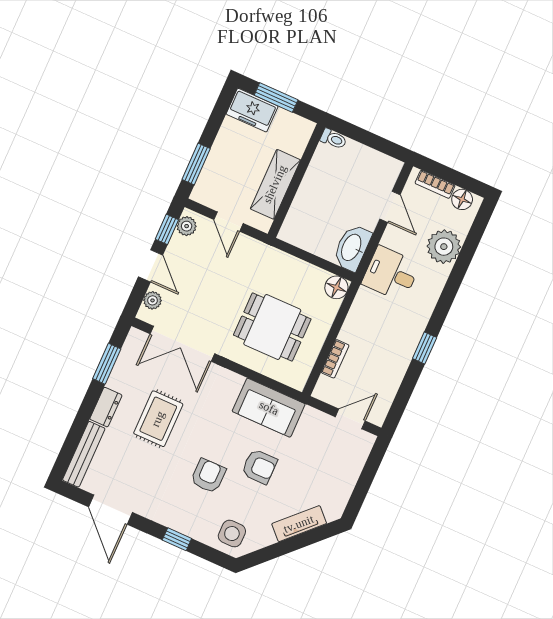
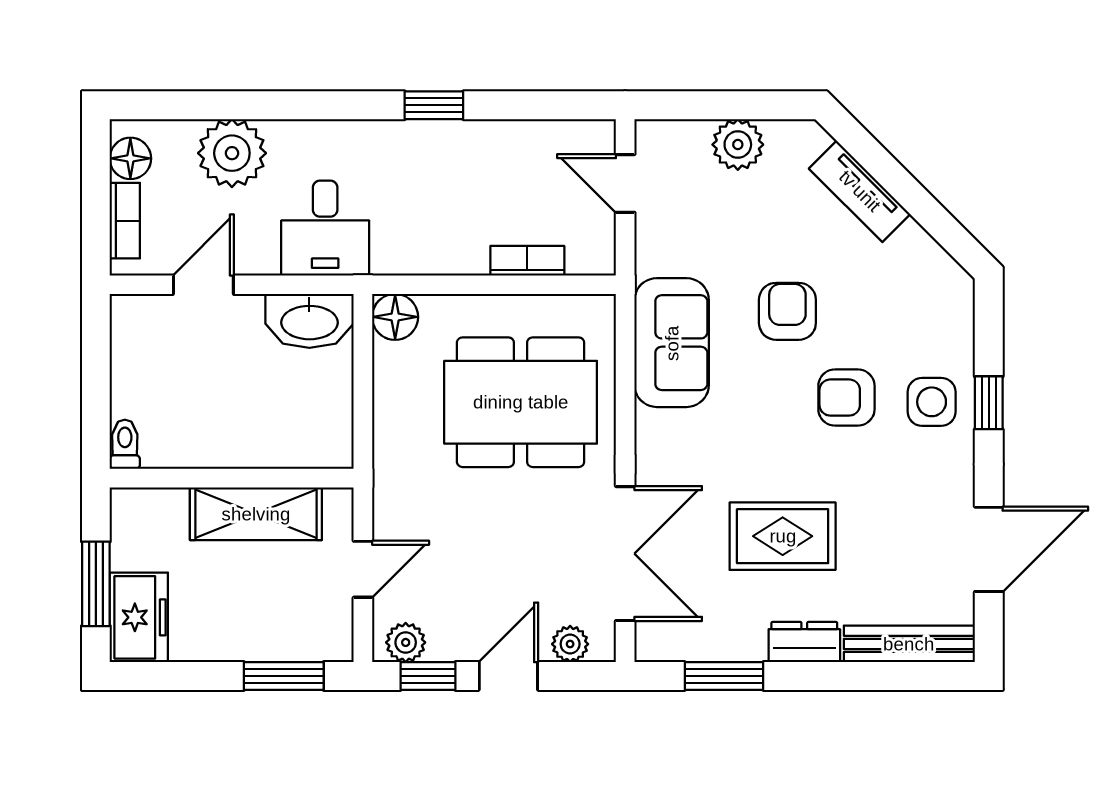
dining table: (272, 327) -> (521, 402), width x1.37
plant: (345, 478) -> (738, 145), added
side table: (232, 534) -> (932, 402), moved

